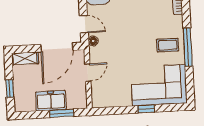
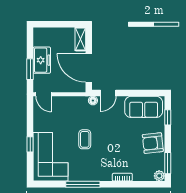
coffee table: (168, 45) -> (85, 139), moved
door: (88, 73) -> (44, 94), moved
window: (10, 89) -> (55, 24), removed

